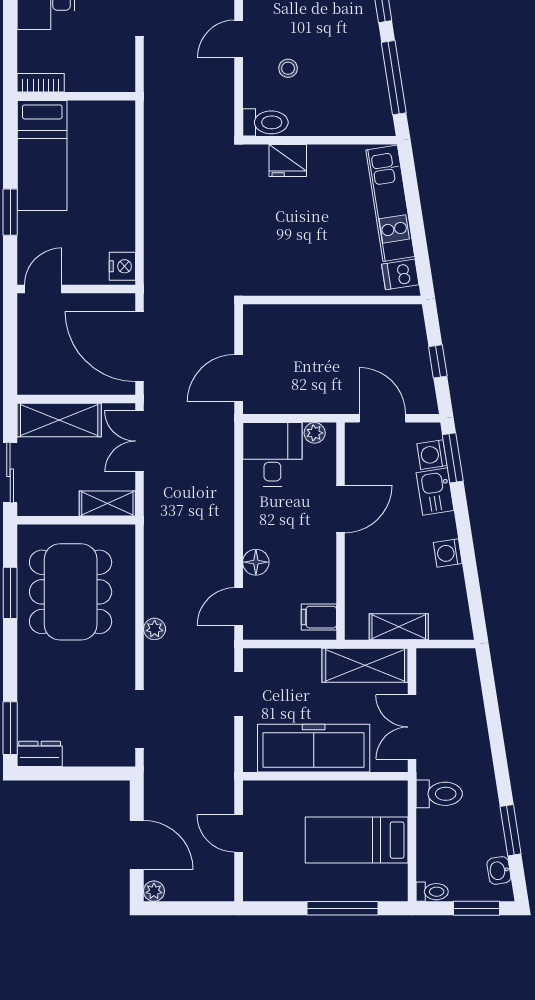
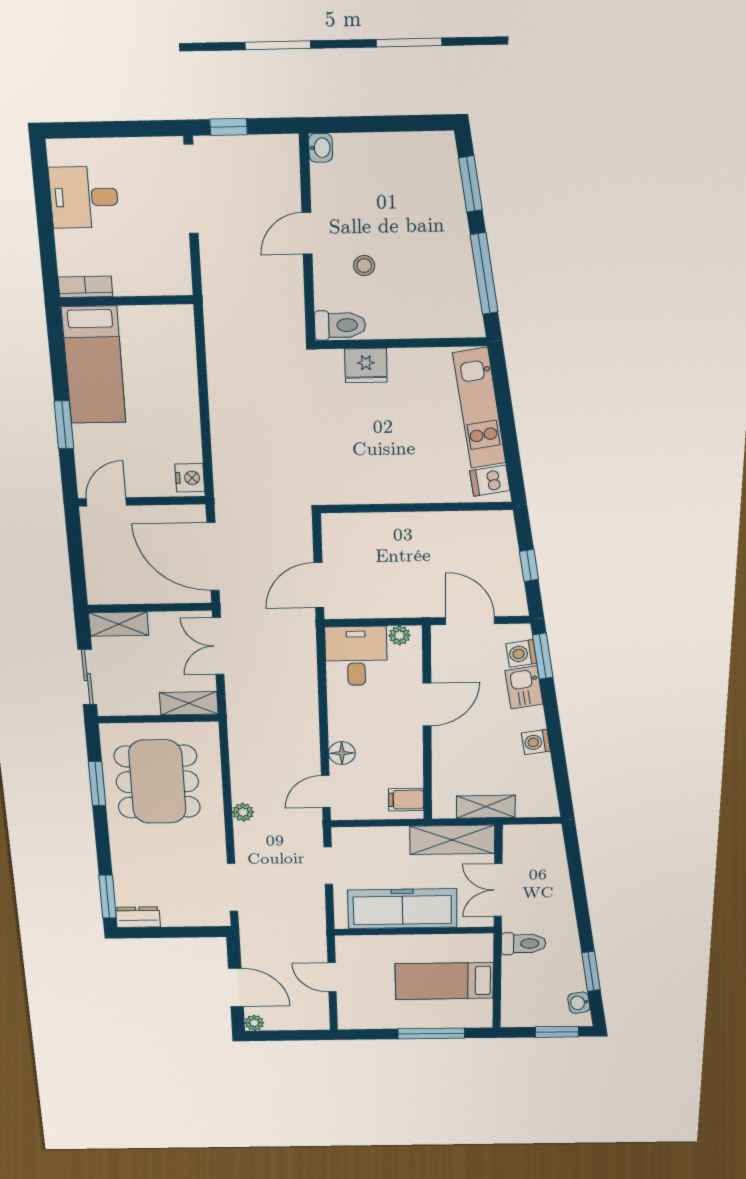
shelving: (59, 420) -> (119, 624), width x0.67, depth x0.75
toilet: (432, 892) -> (516, 1020), removed

